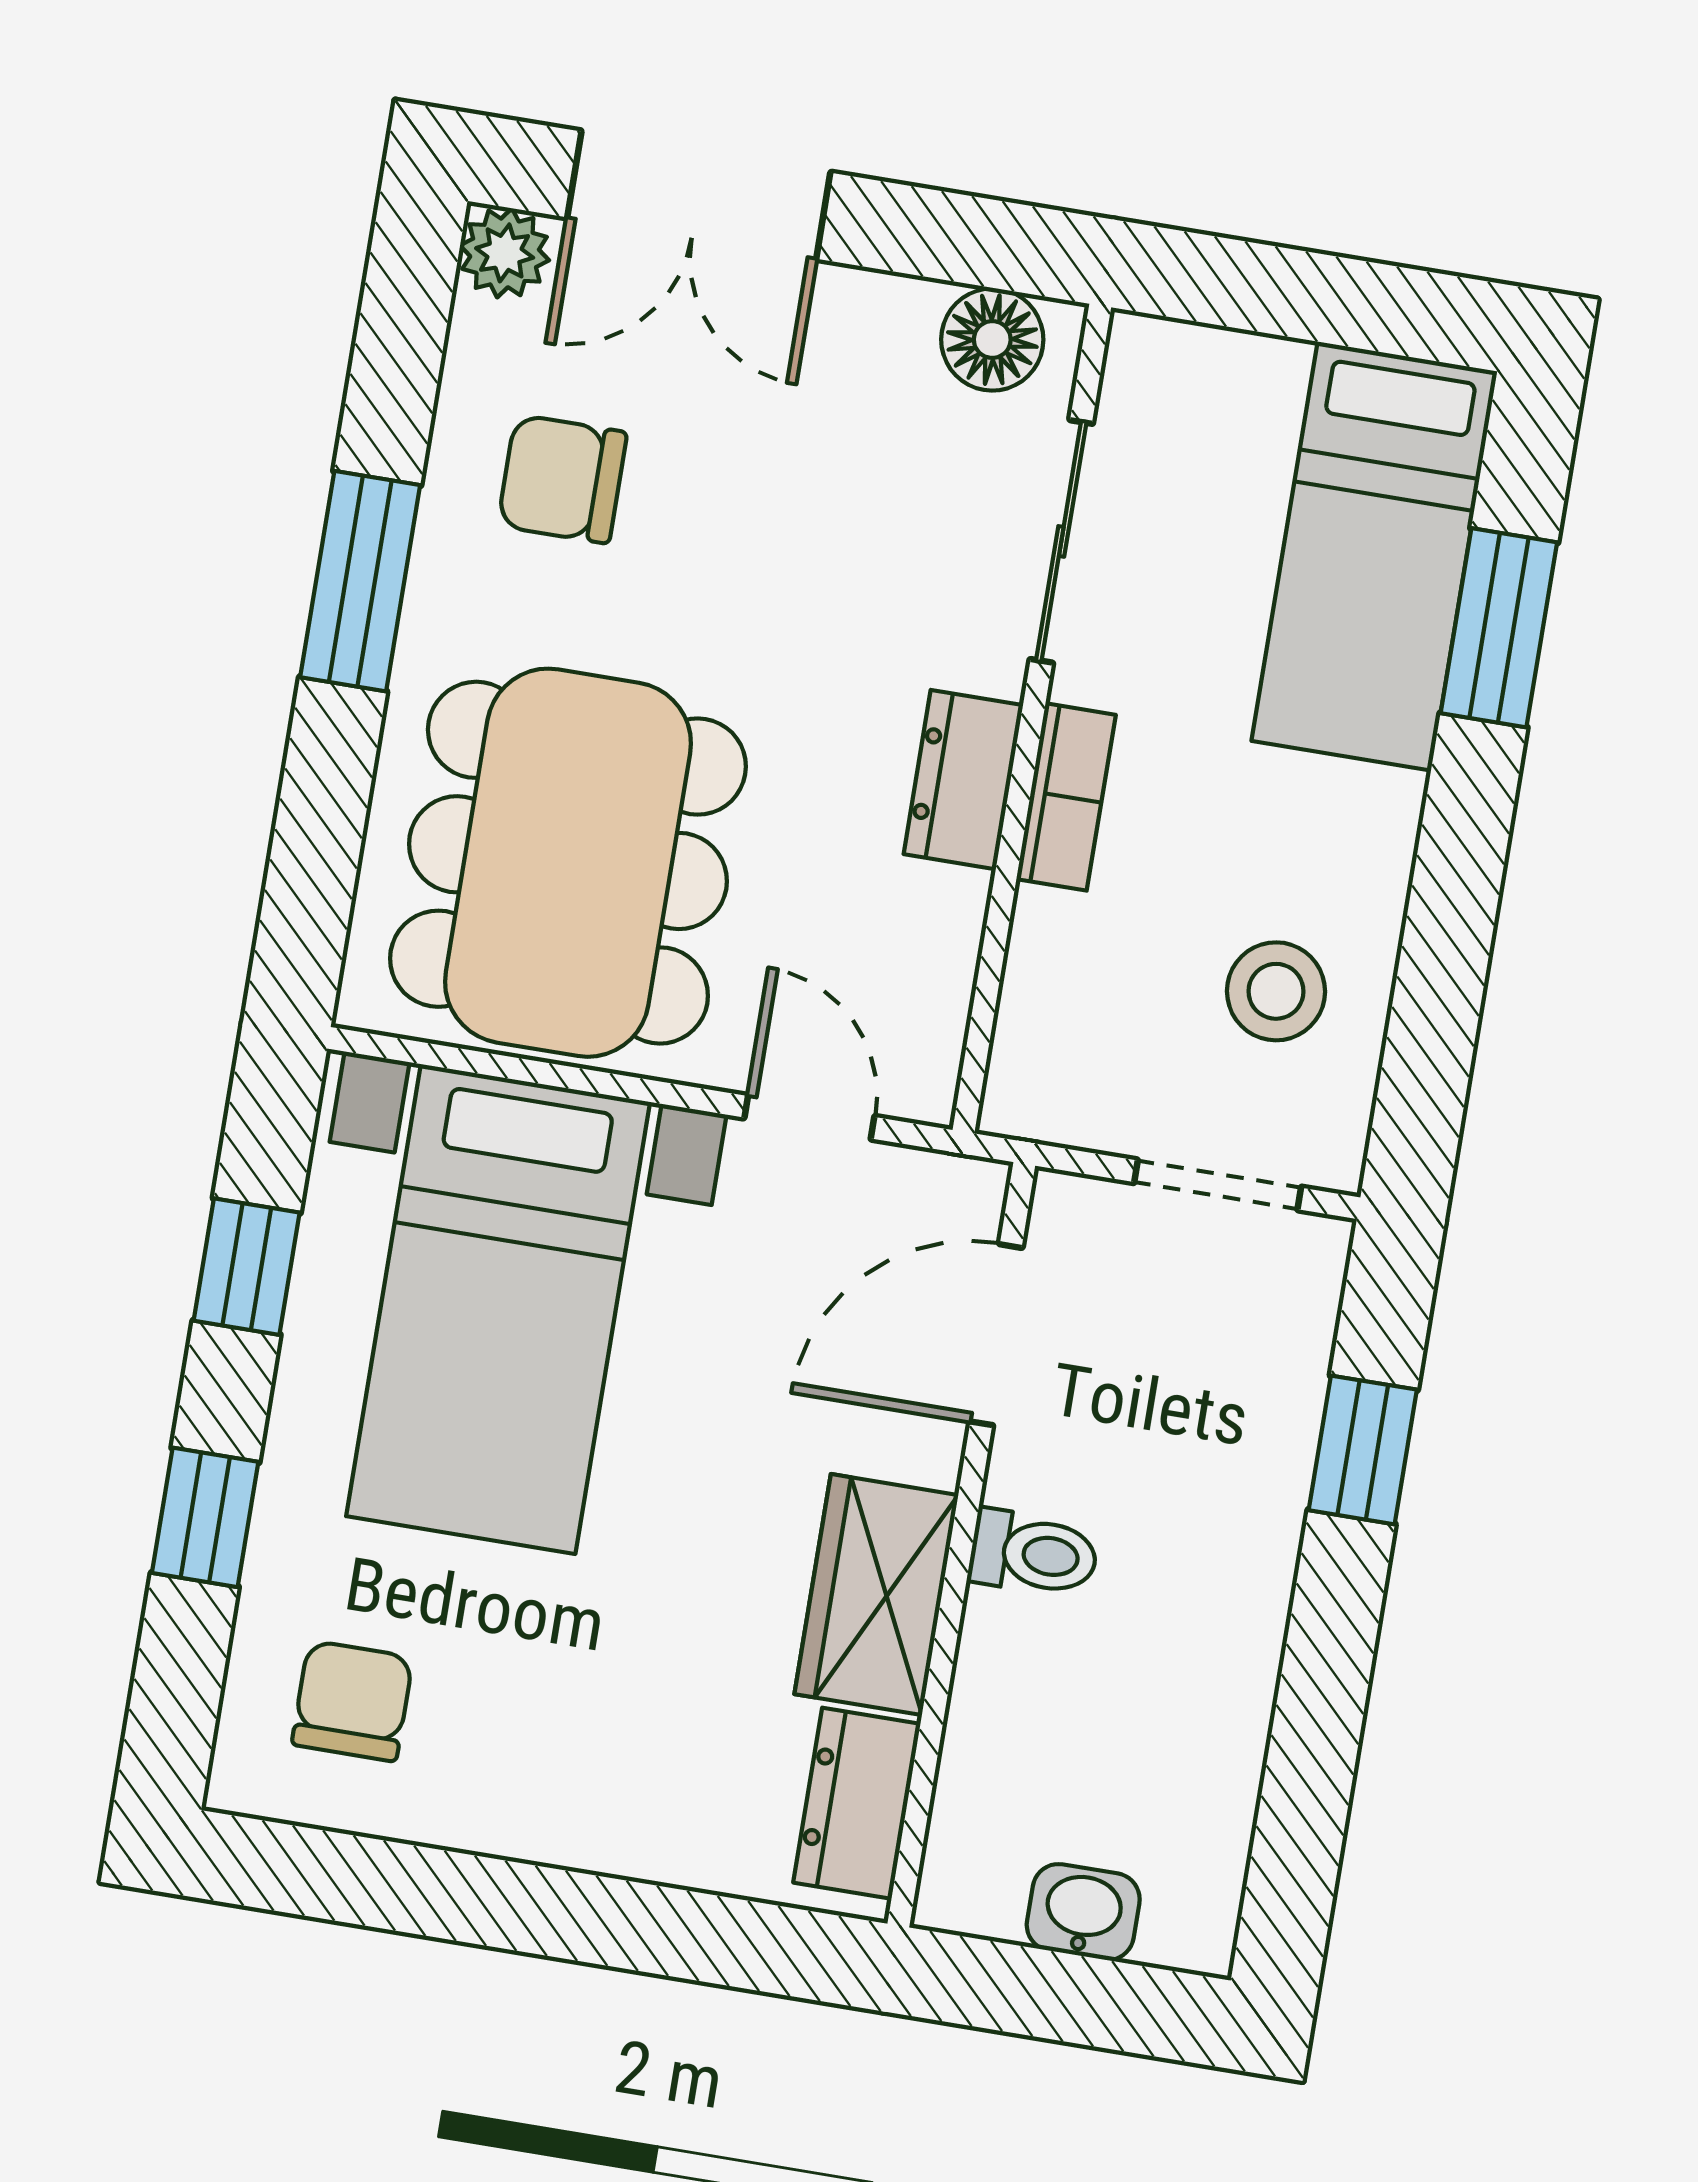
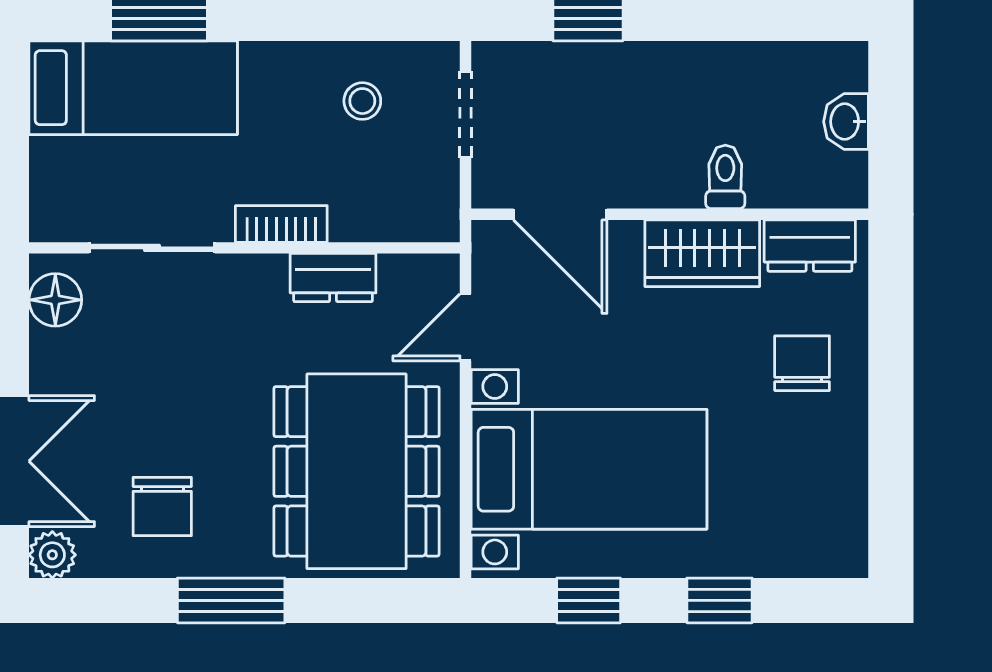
dresser: (963, 780) -> (333, 278), moved
dining table: (568, 863) -> (357, 471), turned 90
stool: (1276, 991) -> (362, 101), width x0.73, depth x0.73
toilet: (1034, 1554) -> (725, 177), moved
chair: (352, 1701) -> (802, 363), moved, turned 90

